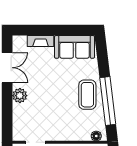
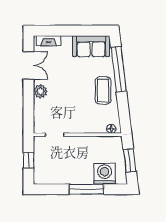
fireplace: (41, 41) -> (49, 41), moved
window: (108, 101) -> (119, 69), moved

